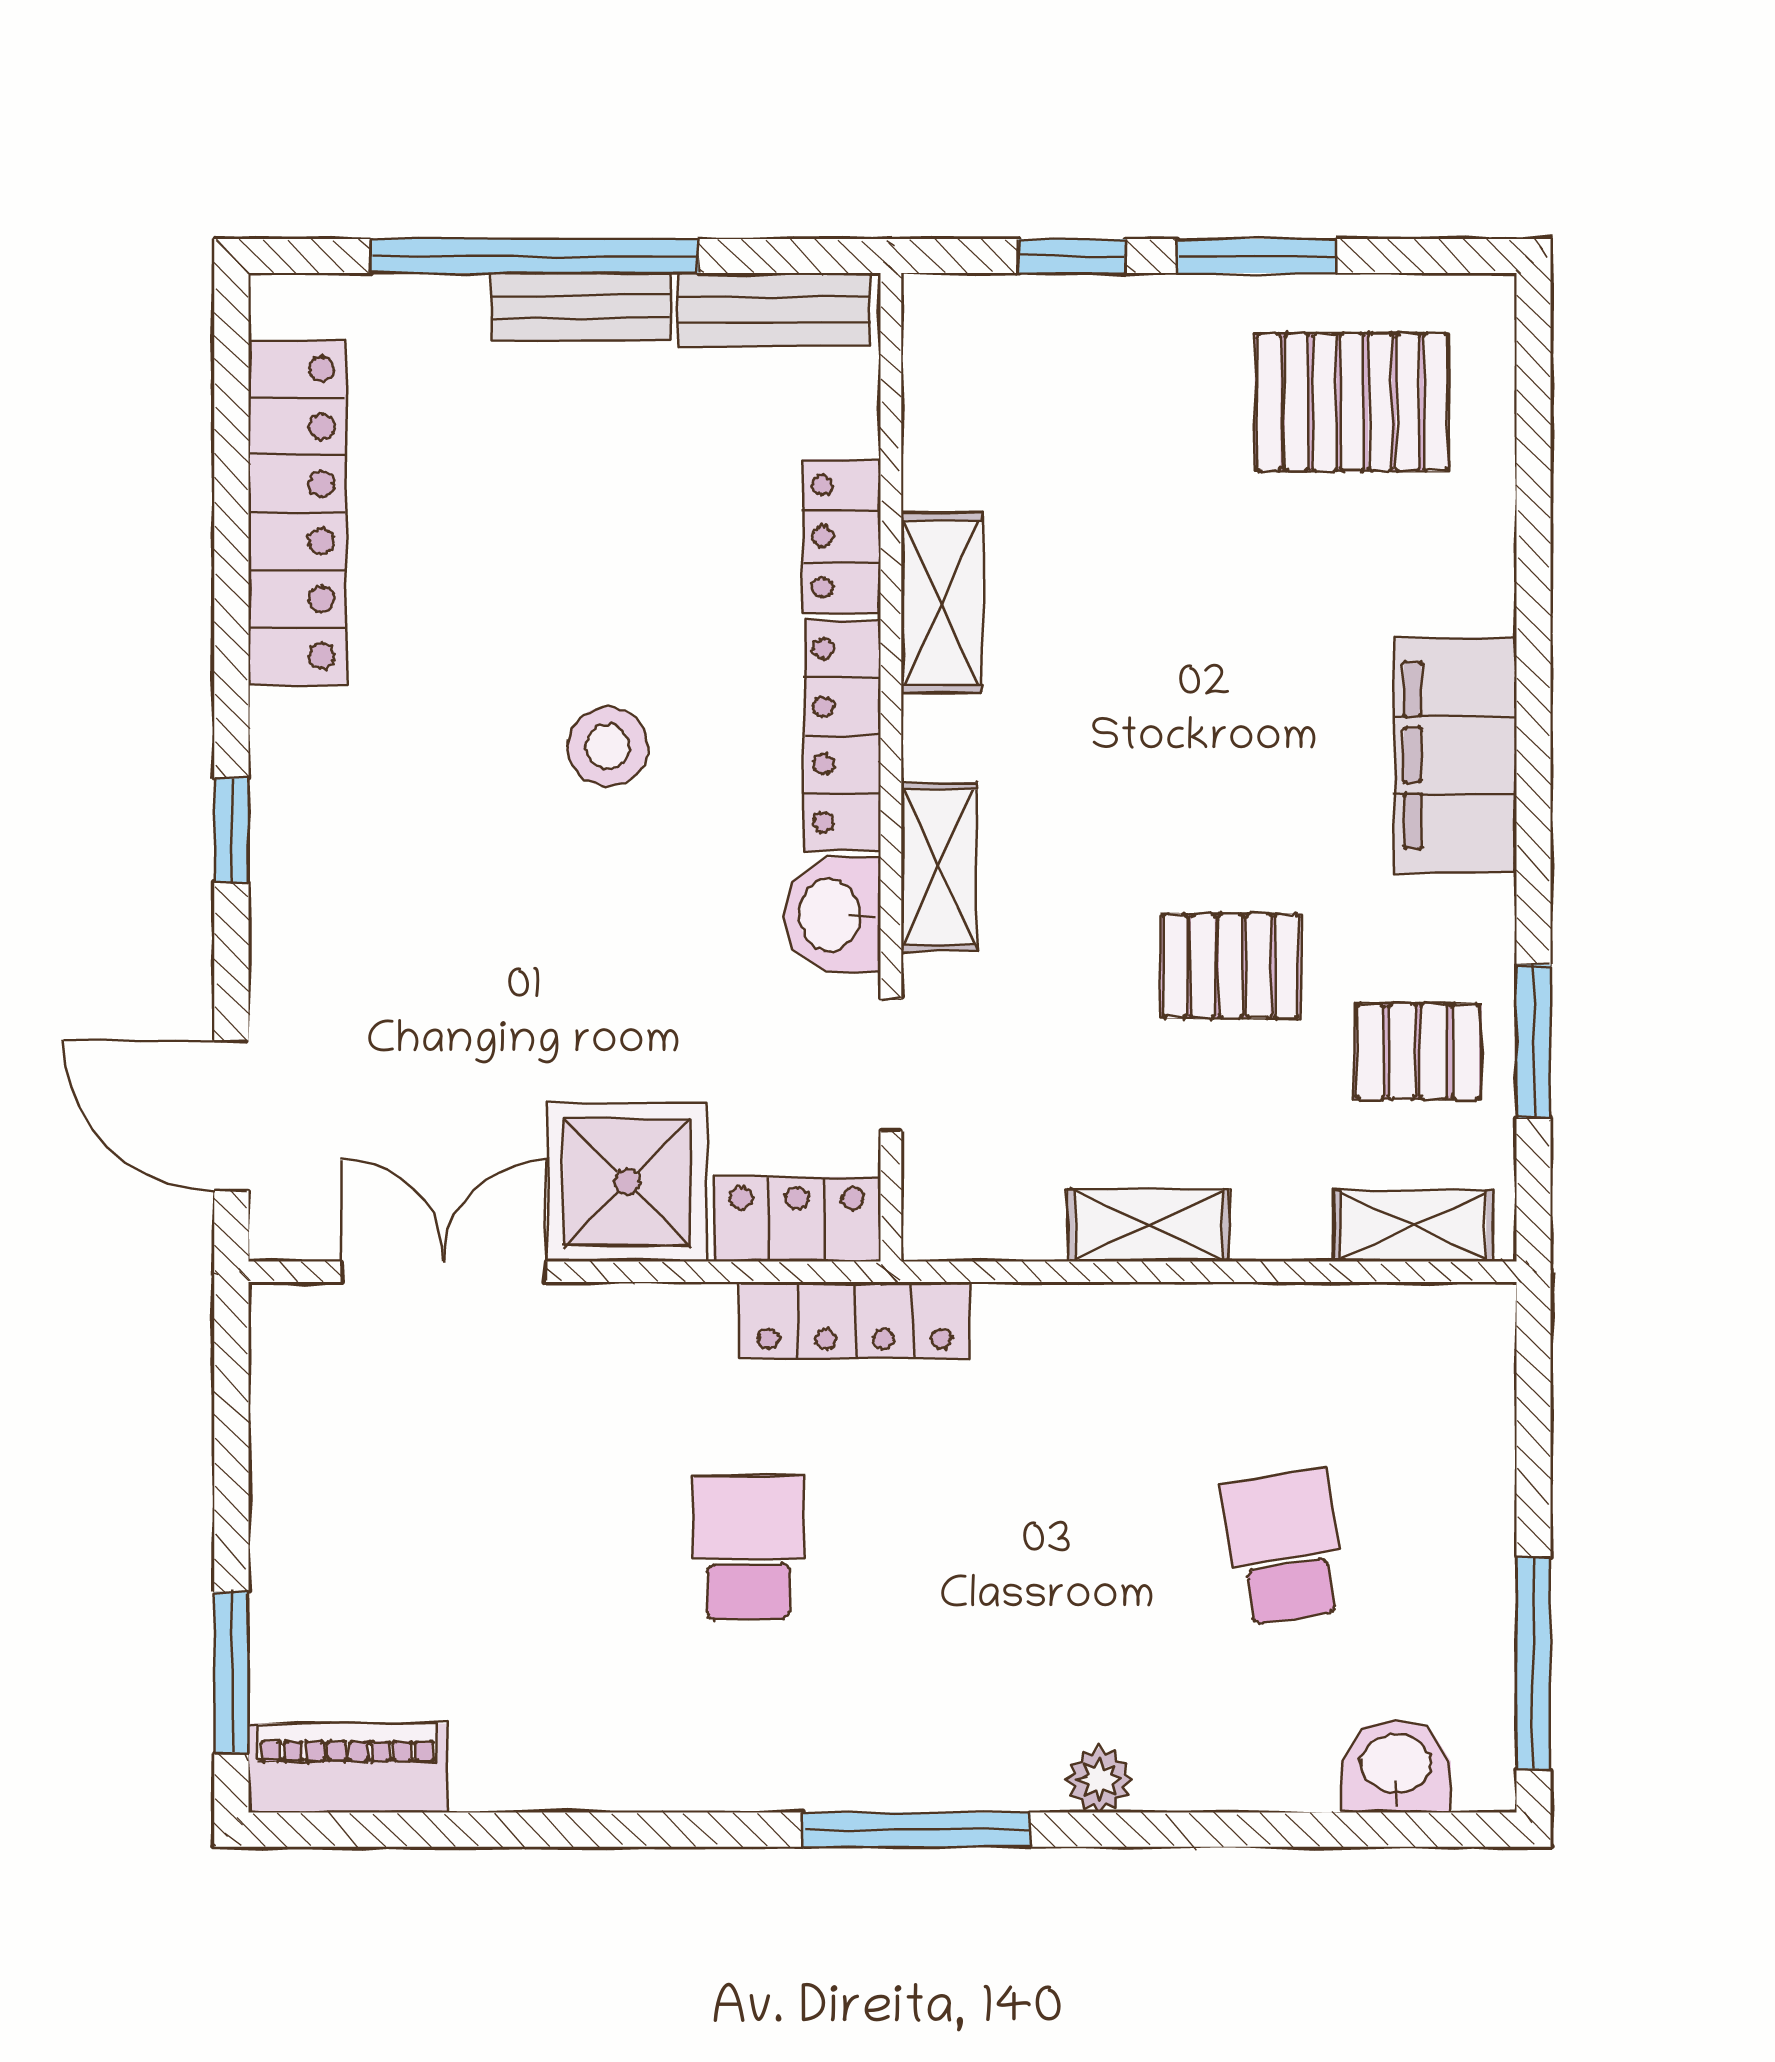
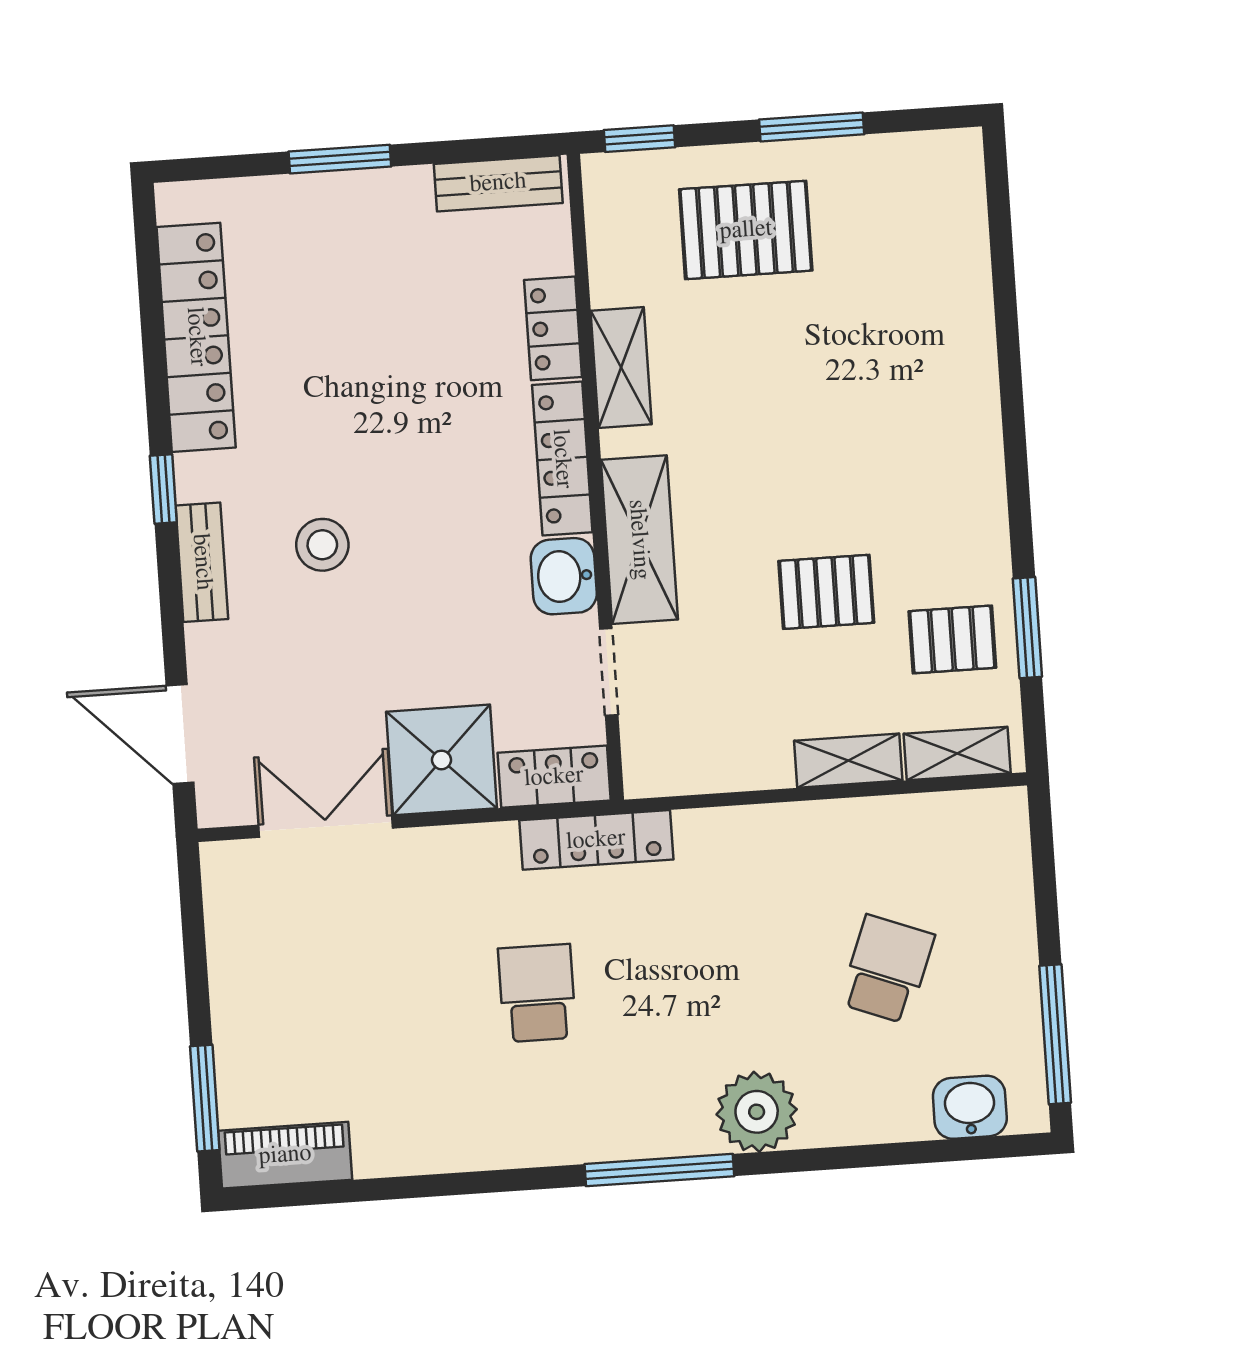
window: (535, 256) -> (340, 159), width x0.47
window: (1072, 256) -> (640, 139), moved
bench: (581, 307) -> (202, 562), moved, turned 90
pallet: (1352, 402) -> (746, 230), moved
stool: (608, 746) -> (322, 545), moved
filing cabinet: (1455, 755) -> (964, 444), removed
window: (231, 830) -> (163, 489), moved
shelving: (939, 867) -> (639, 540), width x1.50, depth x1.33
shelving: (1149, 1225) -> (848, 761), moved
school desk: (1284, 1547) -> (887, 969), turned 30
plant: (1099, 1780) -> (757, 1112), width x1.87, depth x1.87

